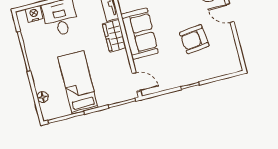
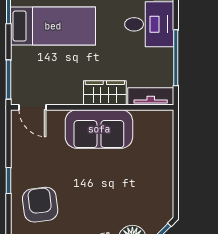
armchair: (194, 39) -> (40, 205), moved
door: (136, 82) -> (32, 107), hinge flipped

